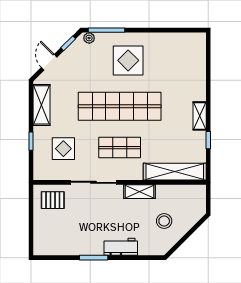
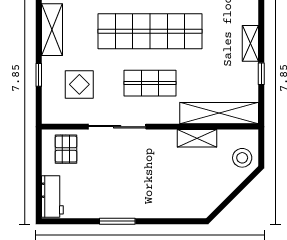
shelving: (140, 192) -> (197, 138), moved
pallet: (53, 200) -> (66, 149), turned 90
stool: (164, 221) -> (242, 158), moved
workbench: (121, 247) -> (52, 196), moved, turned 90

